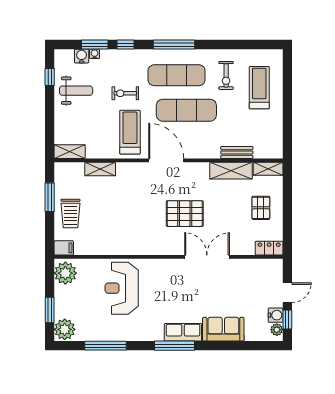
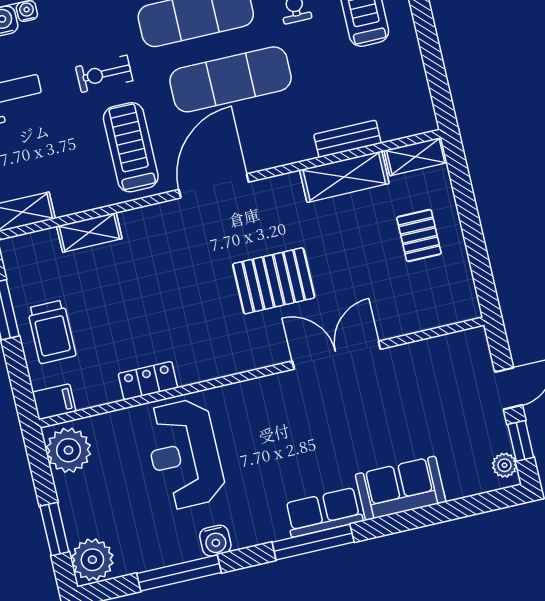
door: (166, 160) -> (214, 186), hinge flipped
locker: (269, 248) -> (148, 381), moved
water cooler: (276, 315) -> (215, 541), moved, turned 90

